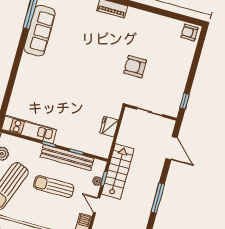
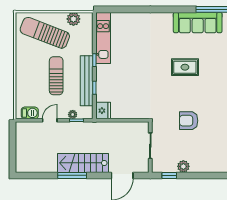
rug: (81, 56) -> (185, 67), added
armchair: (135, 67) -> (189, 121), turned -90
plant: (179, 85) -> (183, 166), added
fridge: (109, 127) -> (103, 111), moved, turned 90
stairs: (118, 171) -> (83, 163), moved, turned 180

